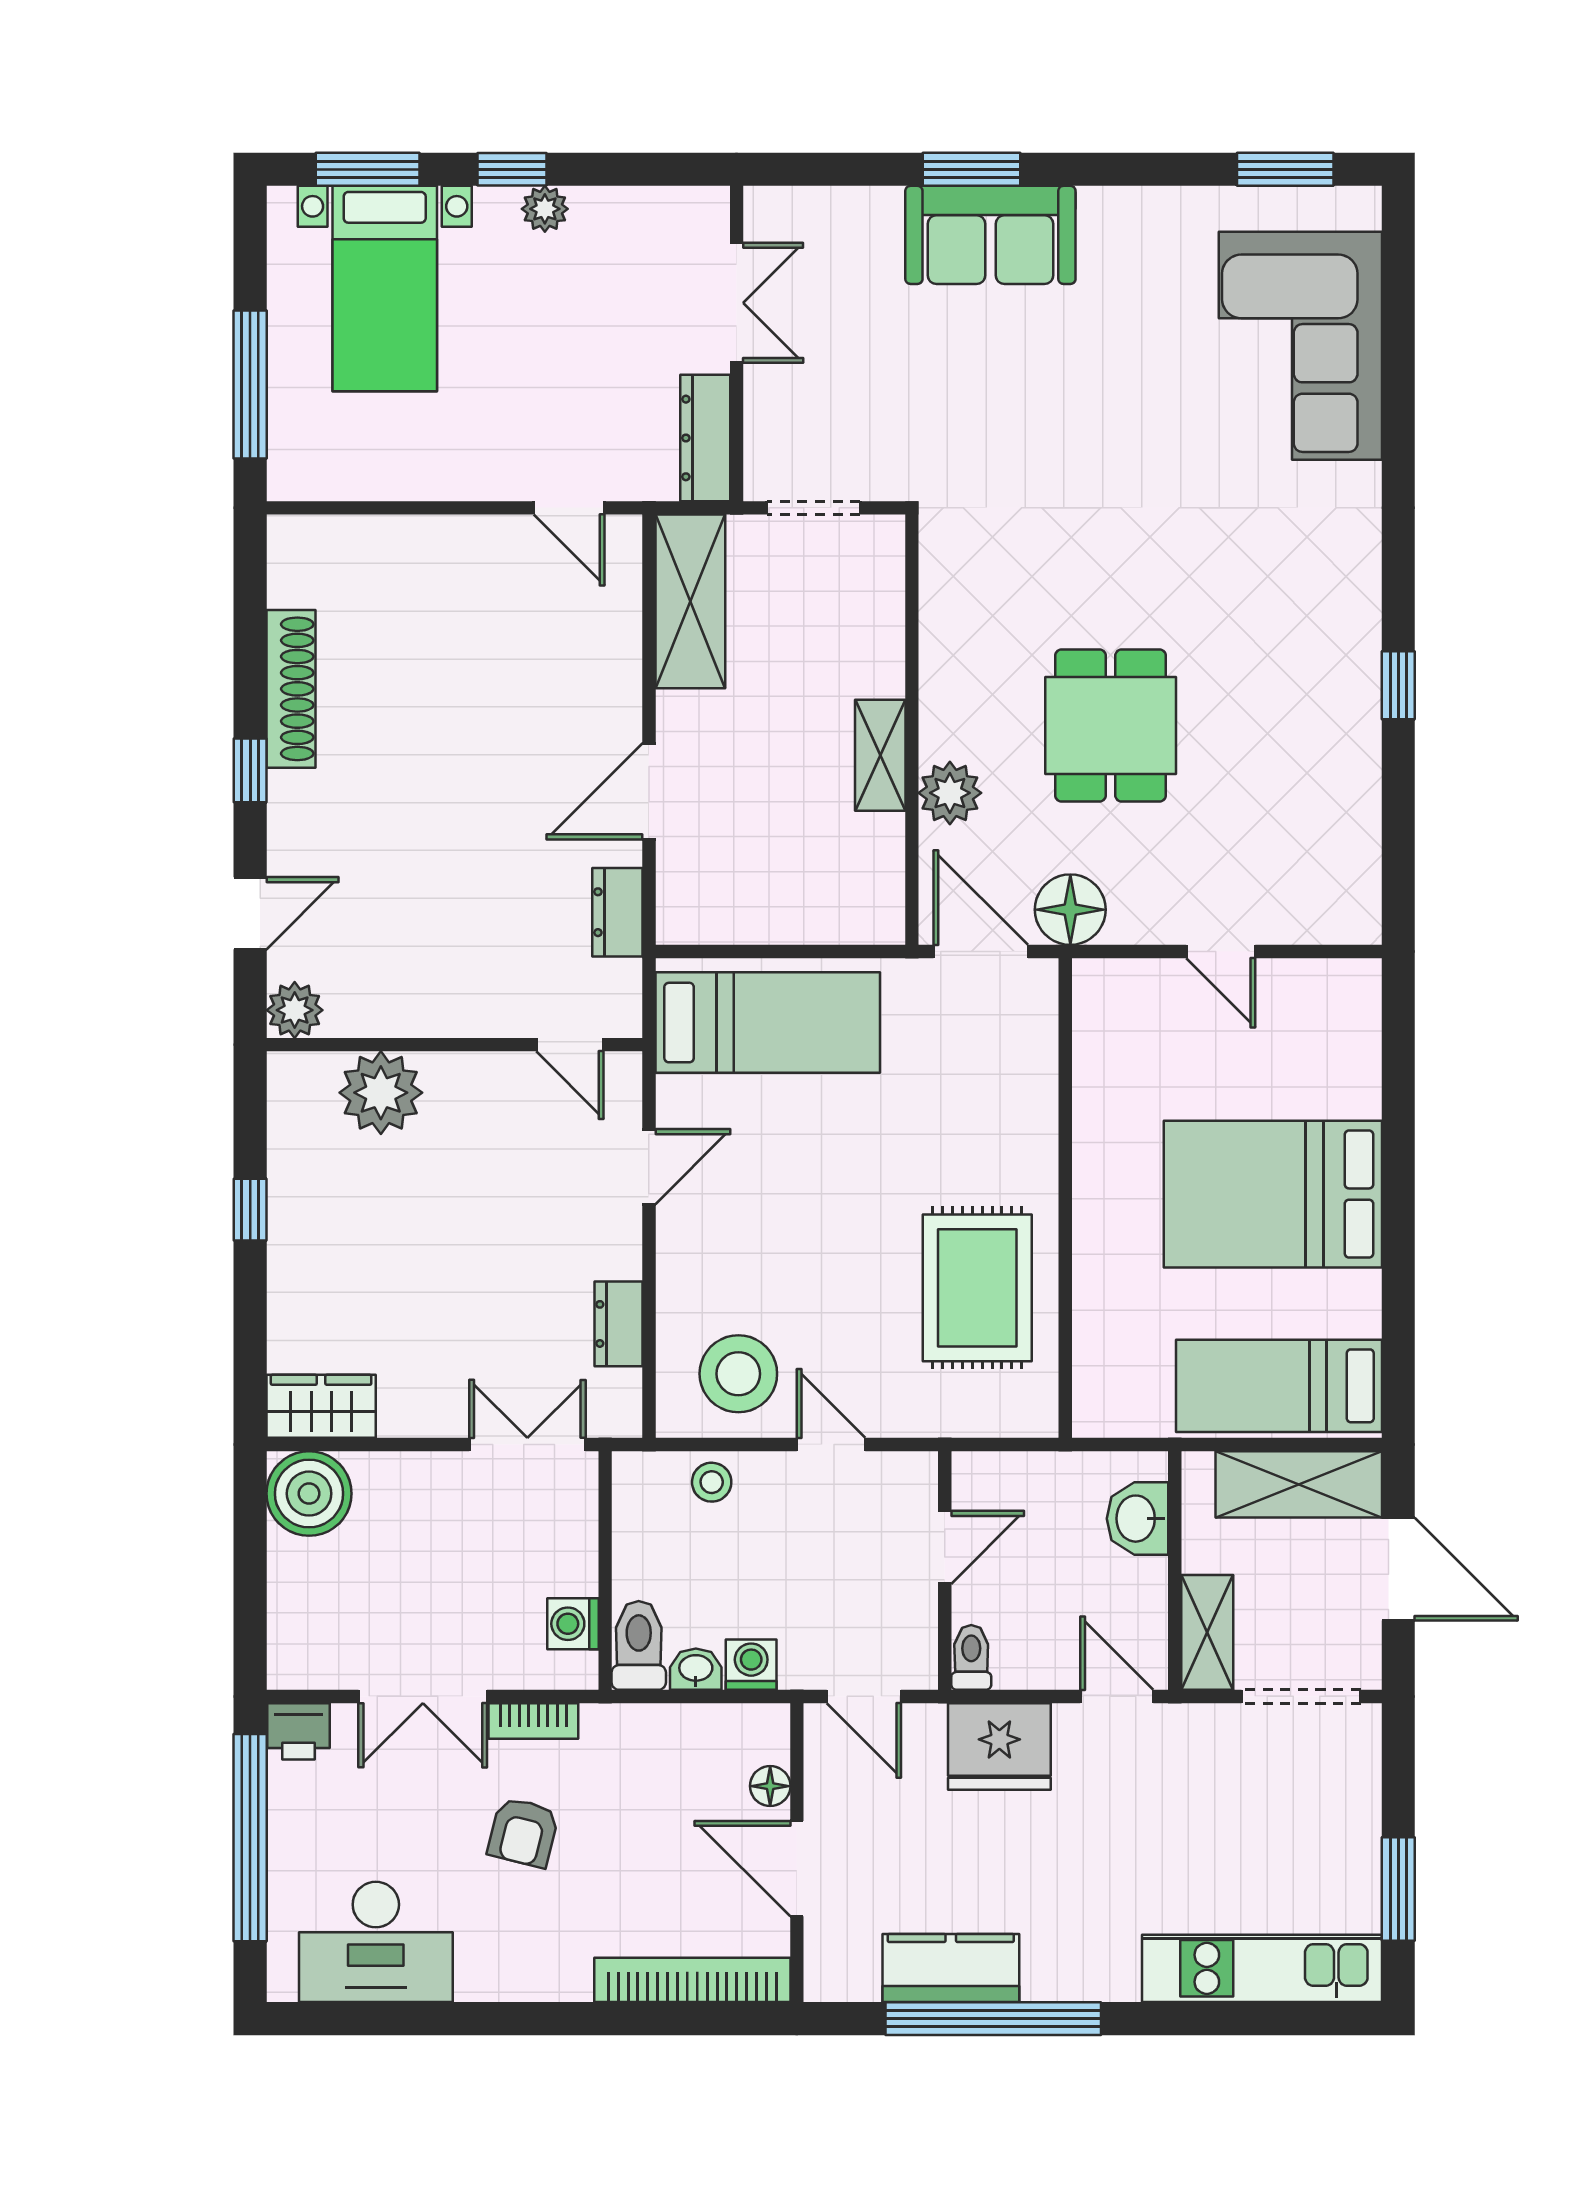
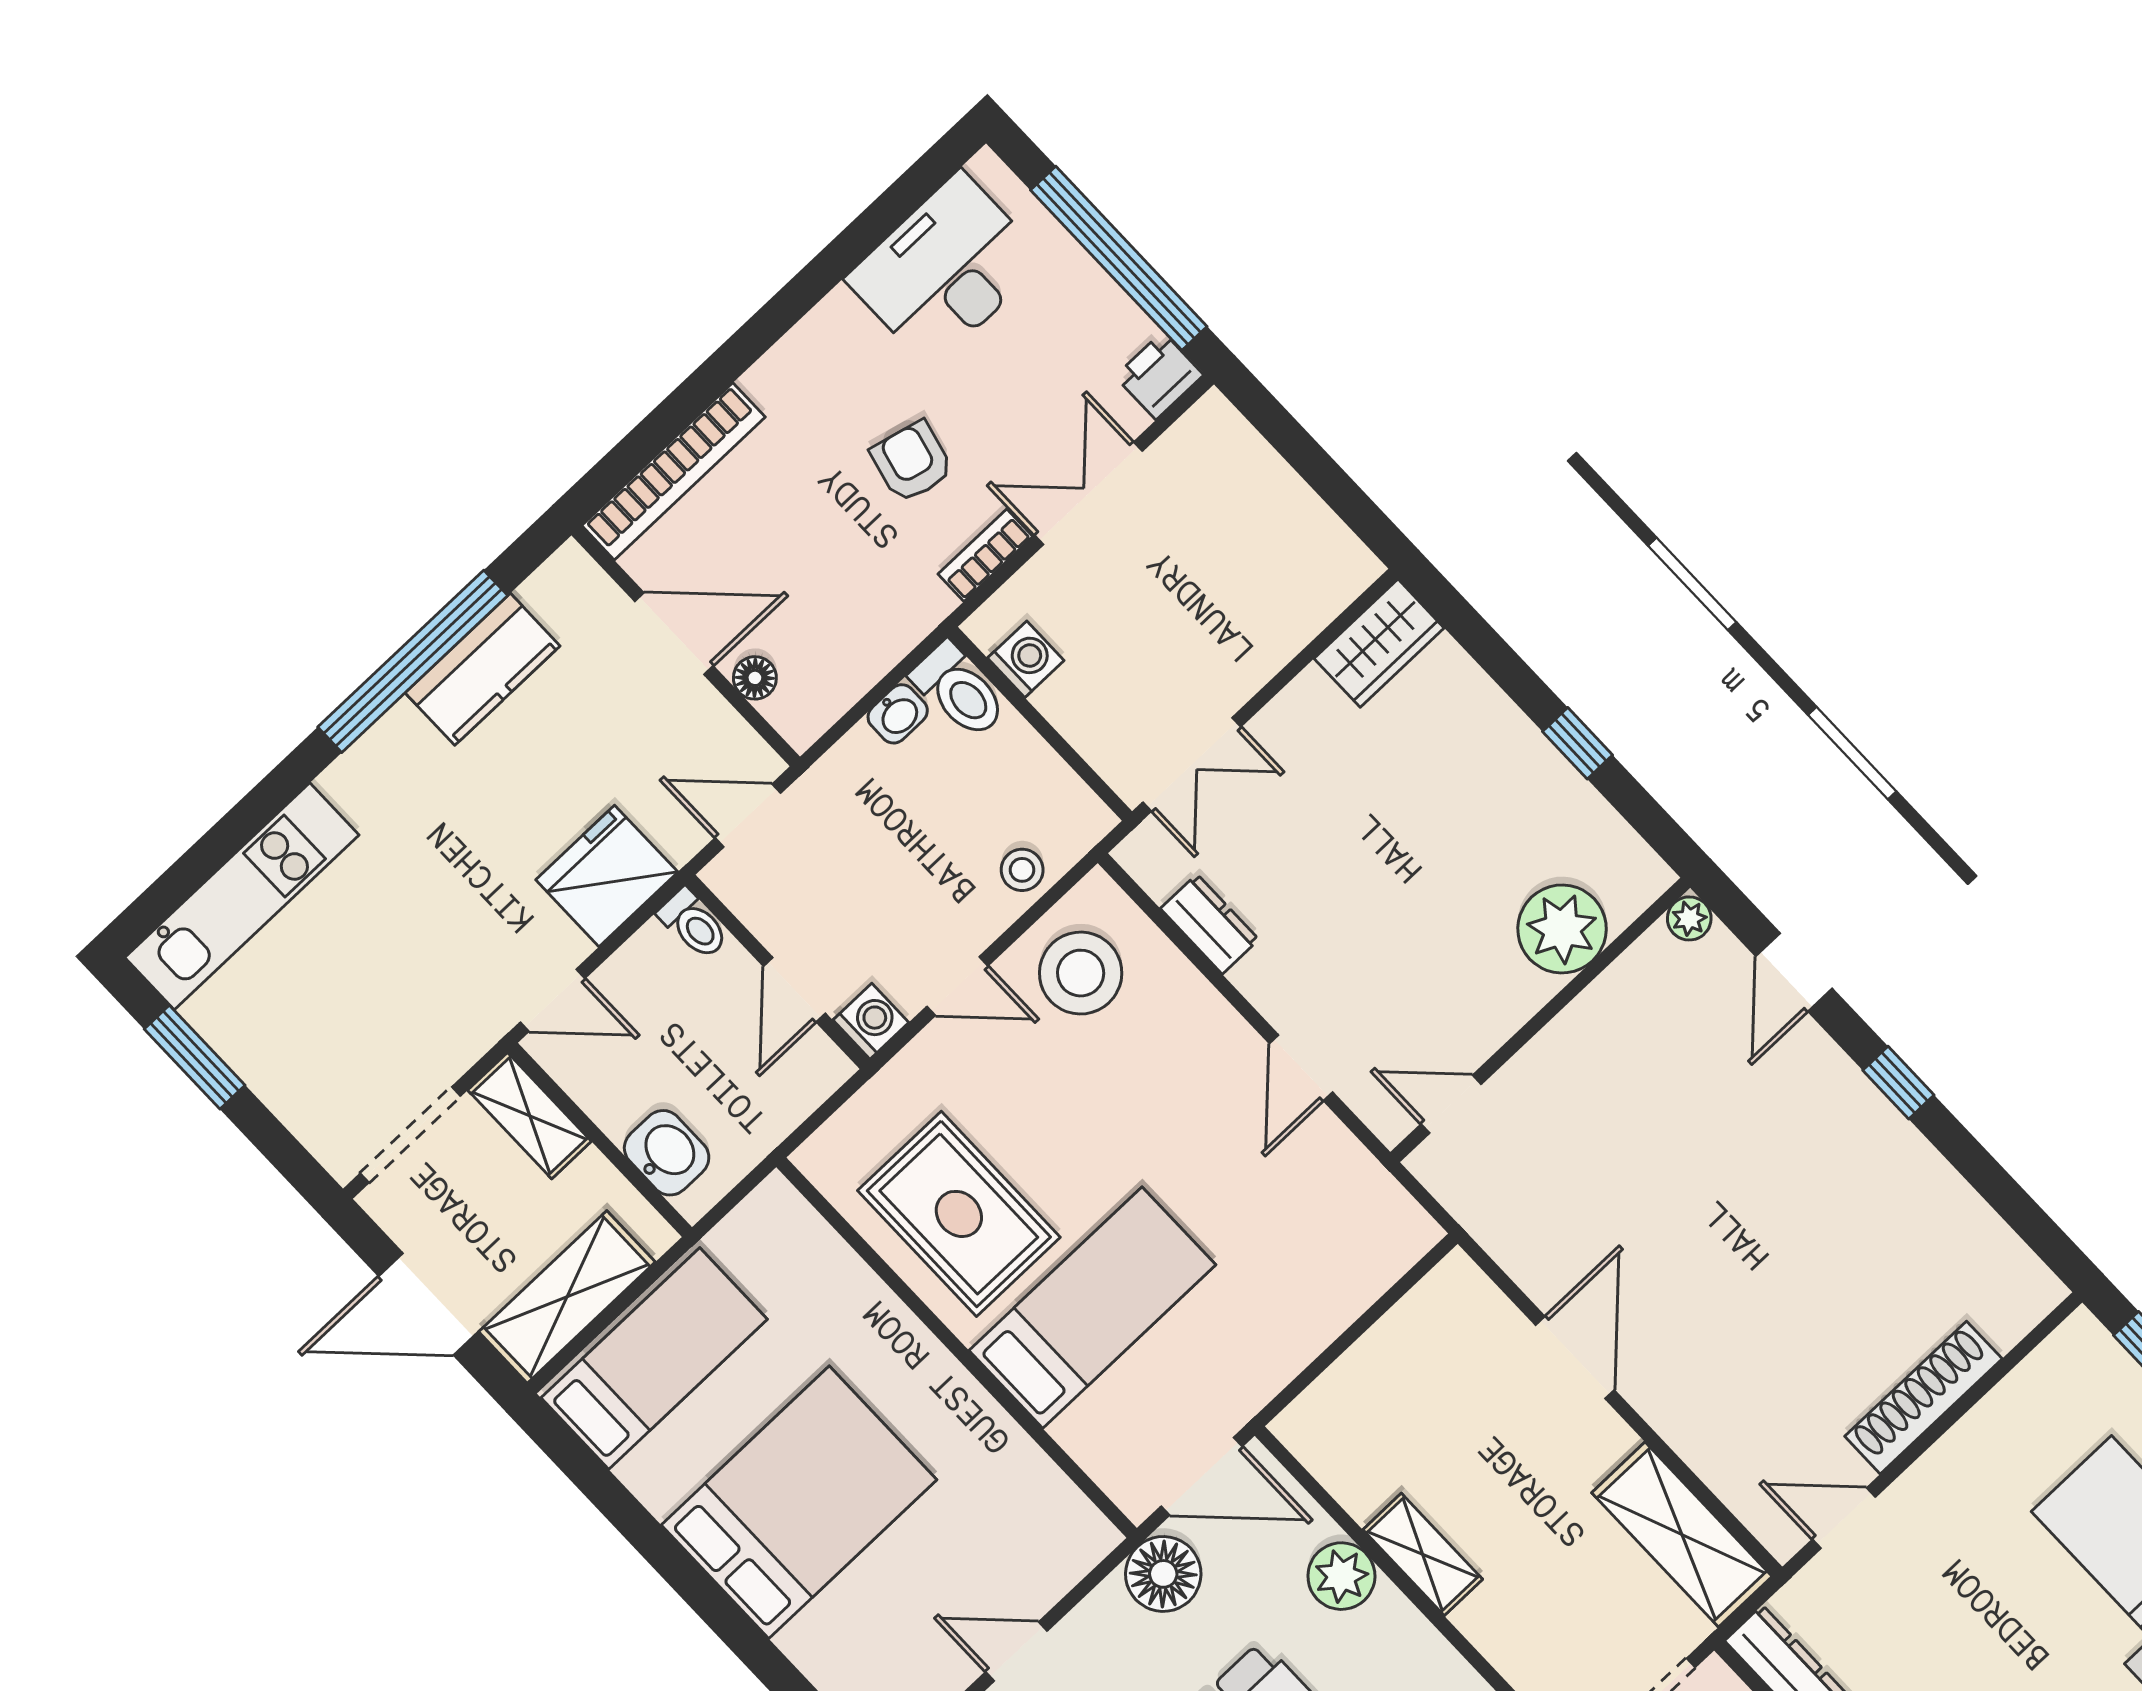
shoe rack: (291, 689) -> (1923, 1398), moved, turned 90
dresser: (617, 912) -> (1511, 1241), removed
plant: (295, 1010) -> (1689, 918), width x0.73, depth x0.73
bed: (768, 1023) -> (1092, 1308), moved, turned 180
boiler: (309, 1494) -> (1325, 567), removed
washing machine: (751, 1665) -> (871, 1021), moved, turned -90

